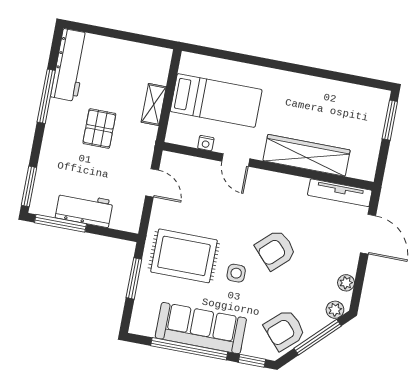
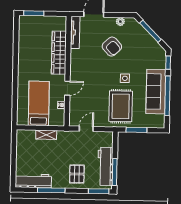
pallet: (99, 129) -> (77, 174), moved, turned 90
workbench: (84, 209) -> (105, 166), width x1.38
armchair: (276, 250) -> (112, 47), moved
plant: (335, 310) -> (135, 25), removed
armchair: (285, 330) -> (150, 49), removed

